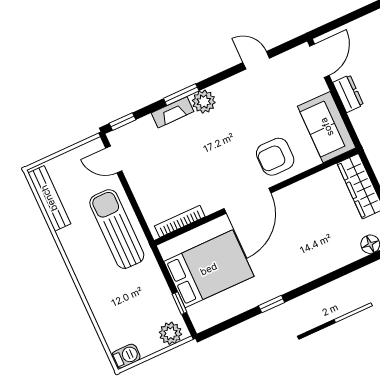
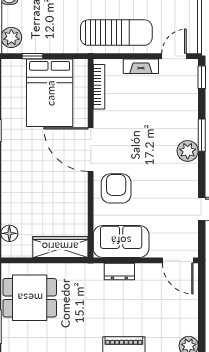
dresser: (348, 94) -> (119, 271), moved
fireplace: (173, 112) -> (141, 66), moved, turned -90

